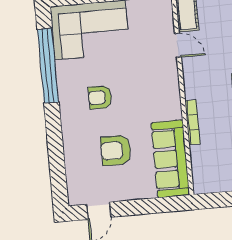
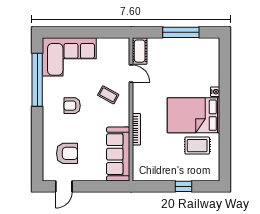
coffee table: (149, 78) -> (108, 95), added
armchair: (116, 150) -> (67, 153), moved, turned 180

